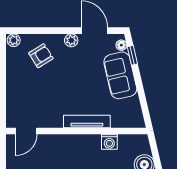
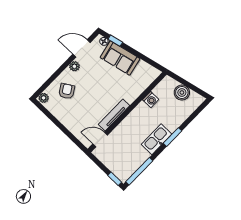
tv unit: (87, 121) -> (114, 115), moved
door: (26, 131) -> (100, 140), swing flipped

